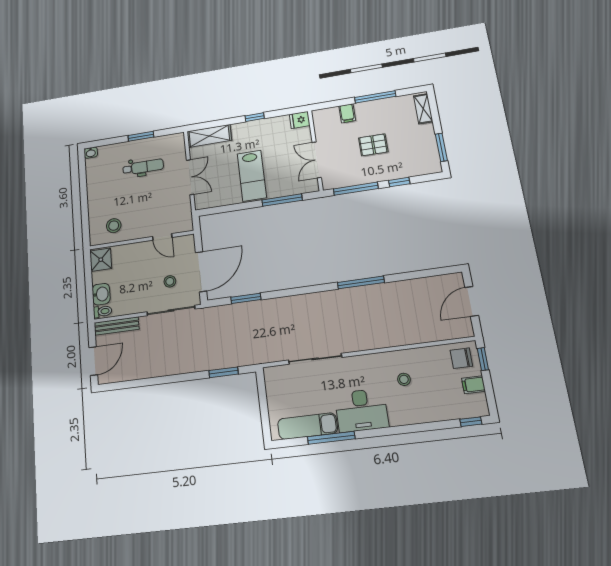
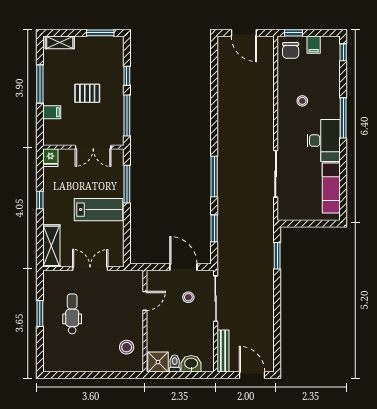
pallet: (373, 145) -> (87, 93), turned 90
washbasin: (91, 153) -> (48, 365), removed
door: (201, 272) -> (183, 267), width x0.73
window: (361, 282) -> (214, 176), moved
toilet: (102, 311) -> (175, 363), moved
window: (331, 438) -> (343, 118), moved

